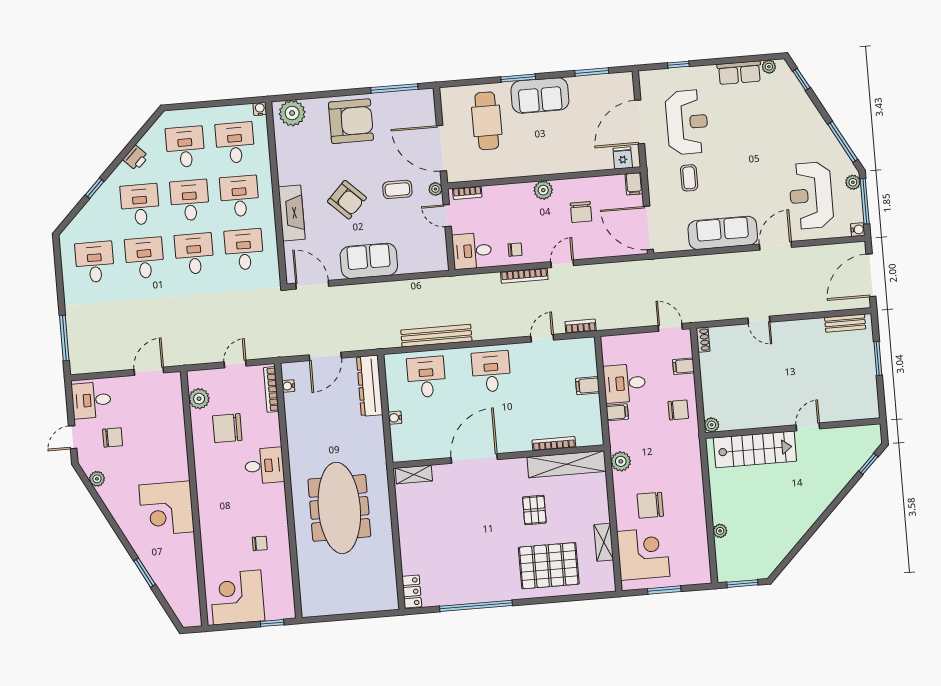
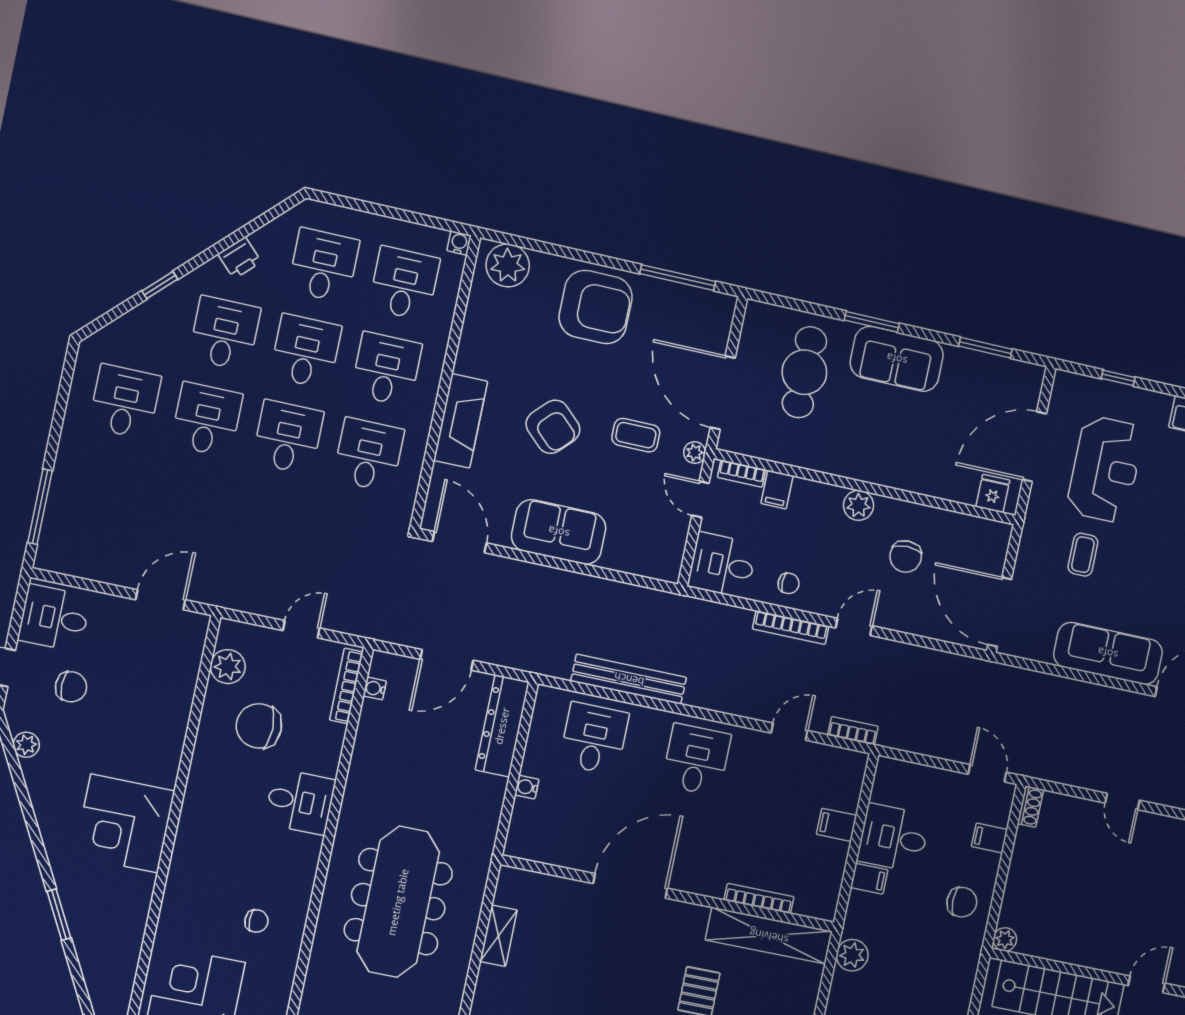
filing cabinet: (634, 184) -> (777, 490), moved
shelving: (414, 474) -> (499, 936), moved, turned 90

